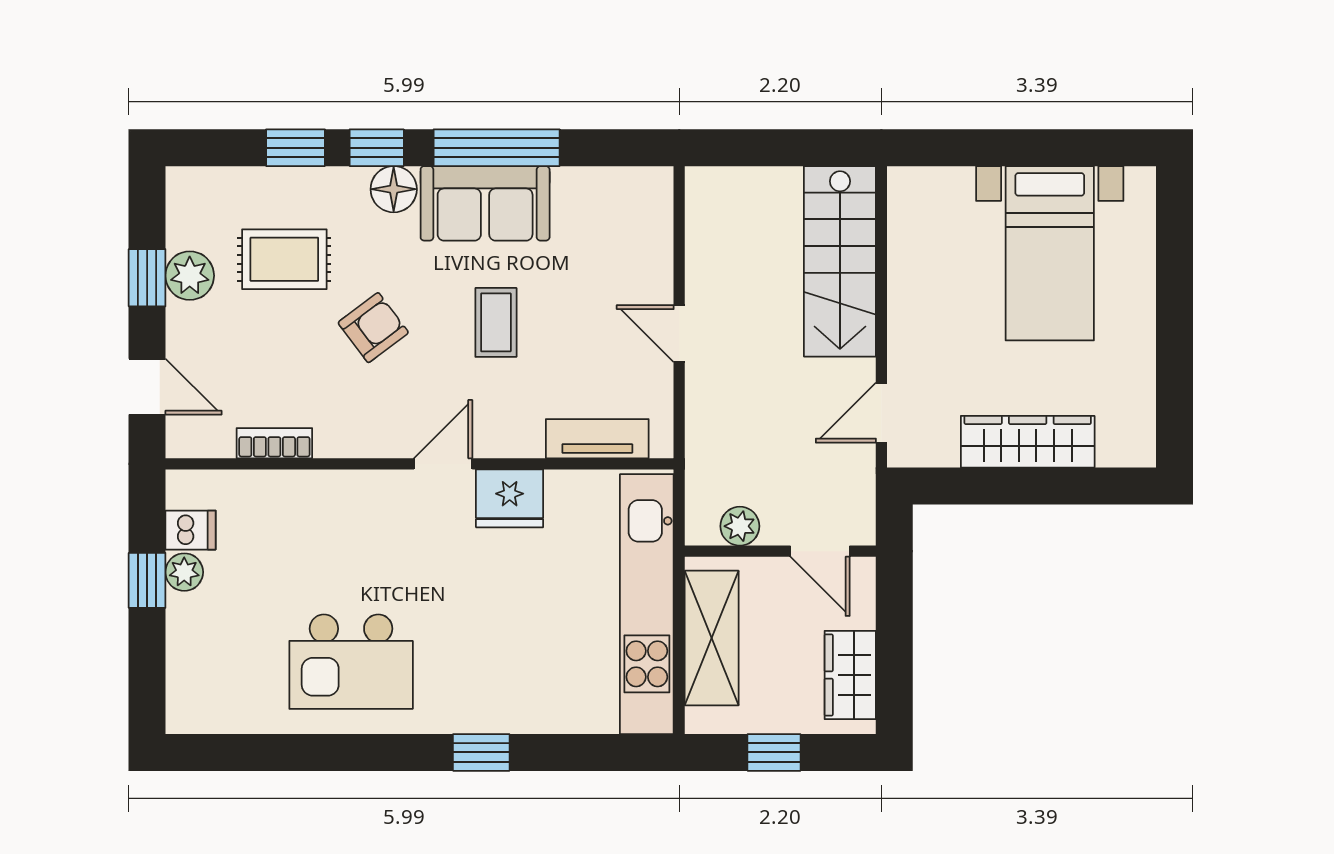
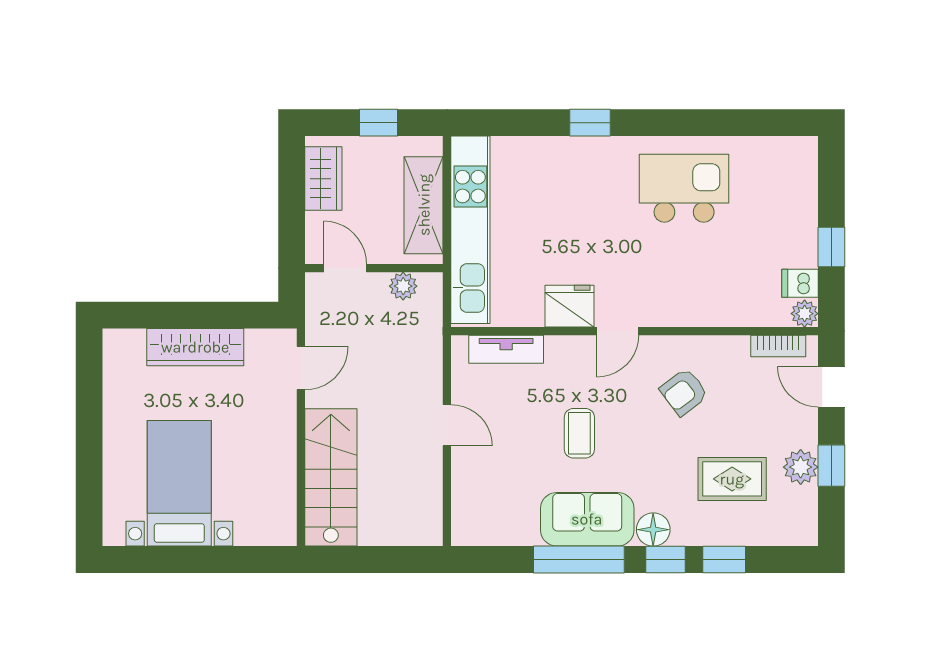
armchair: (373, 328) -> (684, 392), moved
bookcase: (274, 443) -> (778, 346), moved
plant: (184, 572) -> (805, 314), moved

